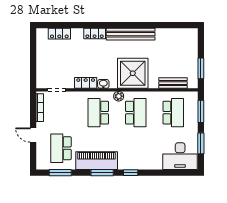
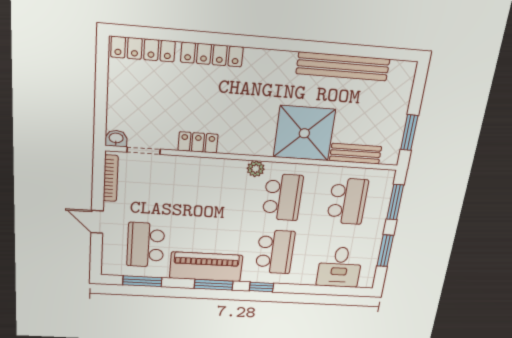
locker: (95, 33) -> (212, 55), width x1.53
locker: (59, 34) -> (143, 49), width x1.53
bench: (131, 34) -> (343, 66), moved
shower: (133, 73) -> (304, 133), moved
washbasin: (103, 84) -> (116, 138), moved
school desk: (98, 113) -> (275, 252), moved, turned 180
desk: (180, 156) -> (340, 267), width x0.73

